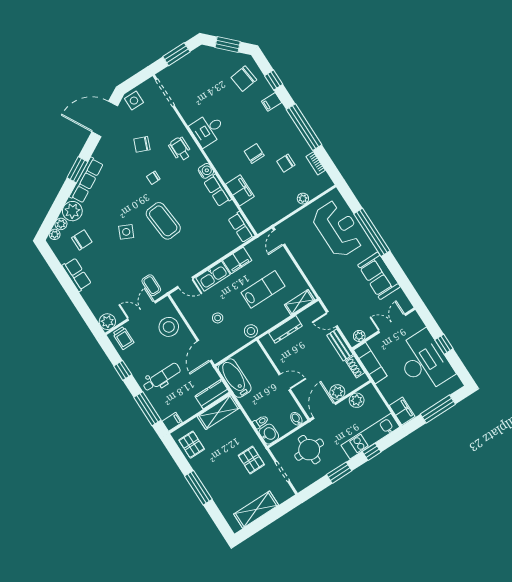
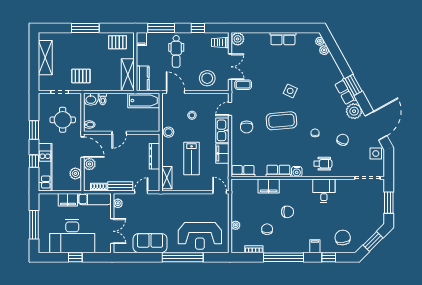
row of seats: (86, 180) -> (346, 92), width x0.68
plant: (72, 211) -> (354, 111), moved
chair: (82, 240) -> (247, 127), moved
filing cabinet: (402, 411) -> (68, 200), moved

